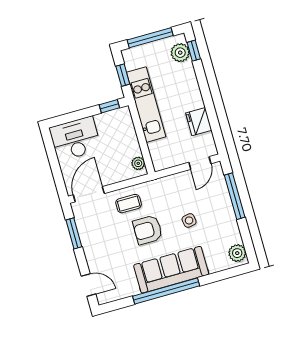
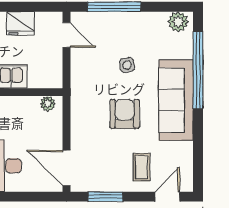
coffee table: (129, 204) -> (141, 167), moved
armchair: (148, 230) -> (125, 114), turned 180
window: (166, 291) -> (198, 70), moved

